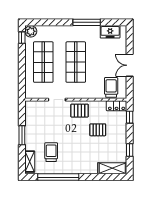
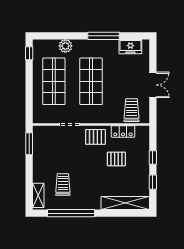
plant: (31, 31) -> (65, 46), moved
double door: (130, 65) -> (153, 85), swing flipped
locker: (117, 106) -> (123, 131), moved
window: (130, 117) -> (153, 158), moved
window: (22, 135) -> (29, 144), moved
shelving: (112, 168) -> (125, 203), width x1.47

